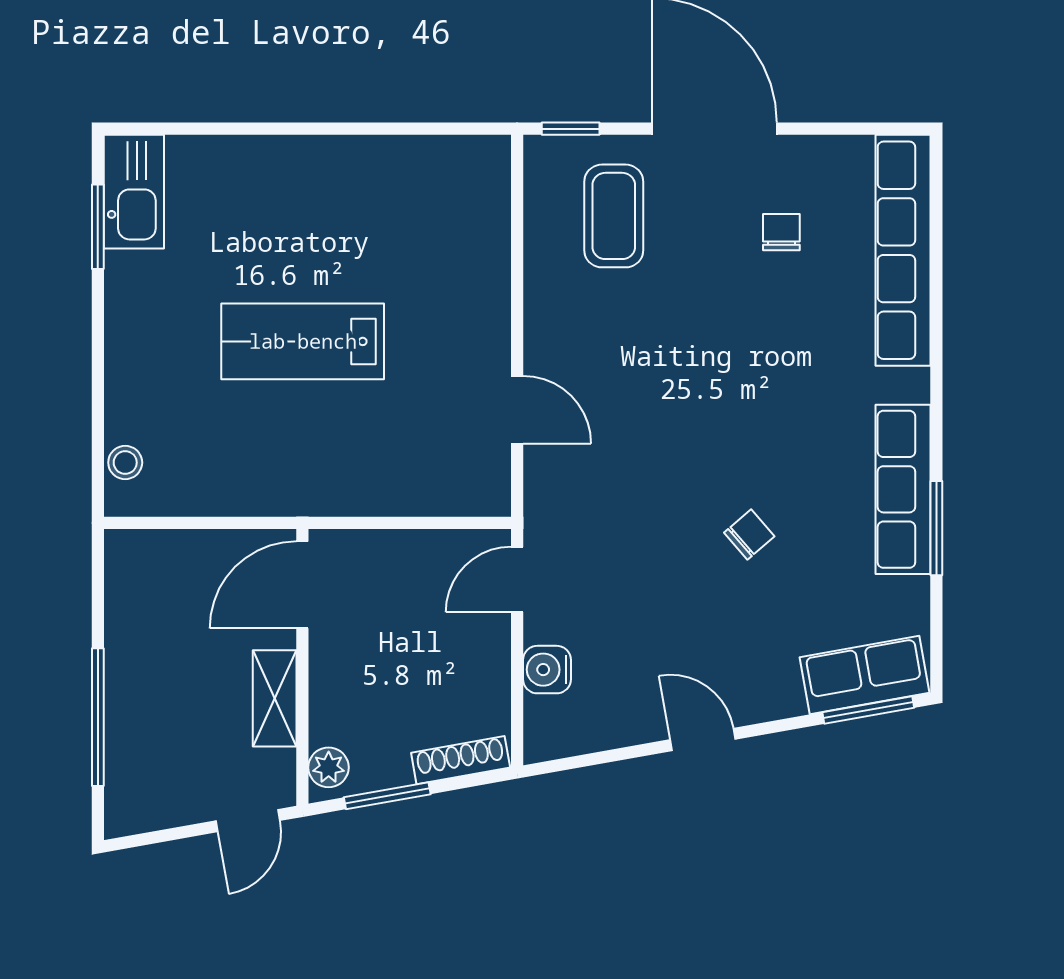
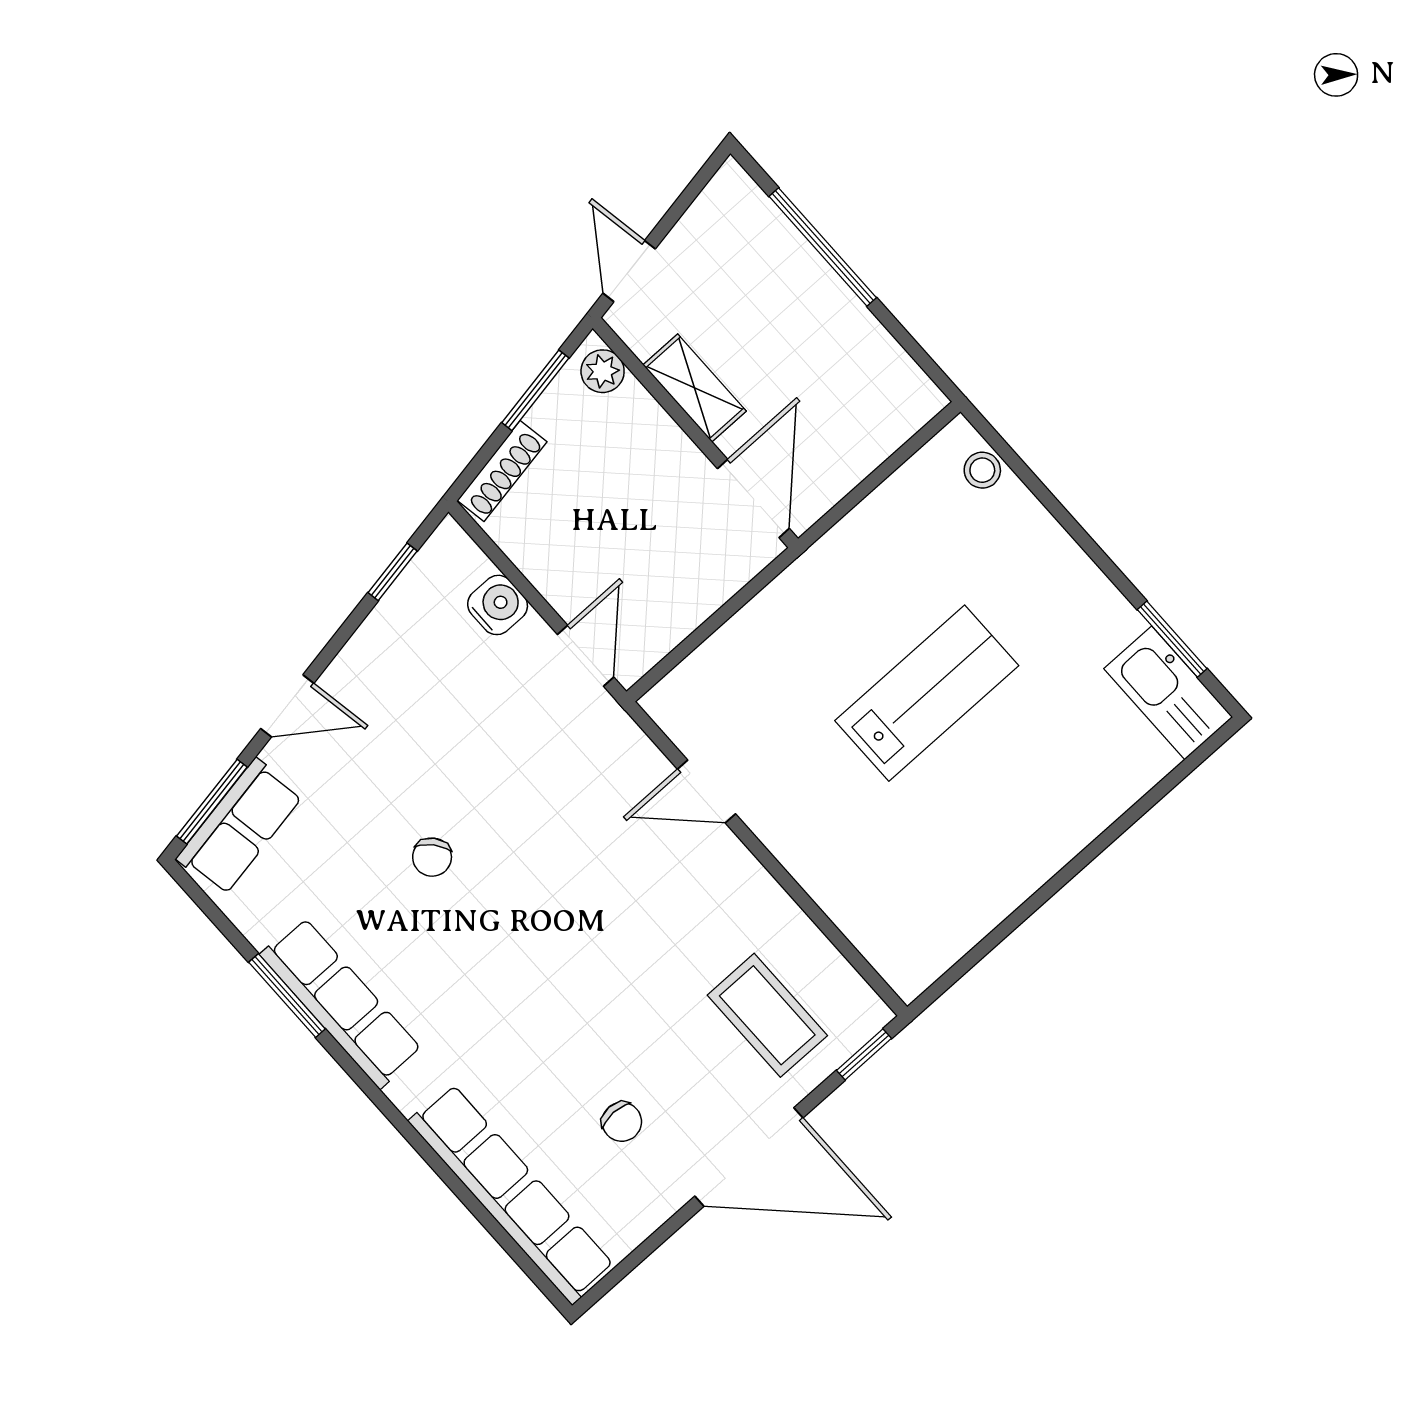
door: (703, 739) -> (287, 706), moved
window: (599, 758) -> (393, 572), added

